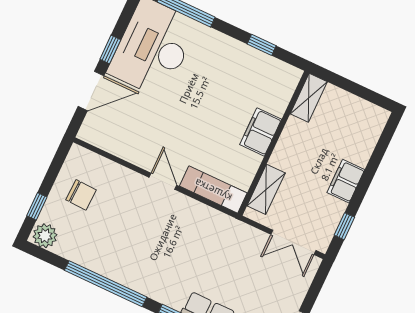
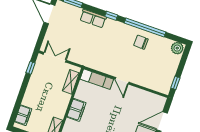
filing cabinet: (346, 181) -> (23, 115), moved
chair: (81, 195) -> (141, 42), moved
window: (37, 206) -> (175, 83), moved

